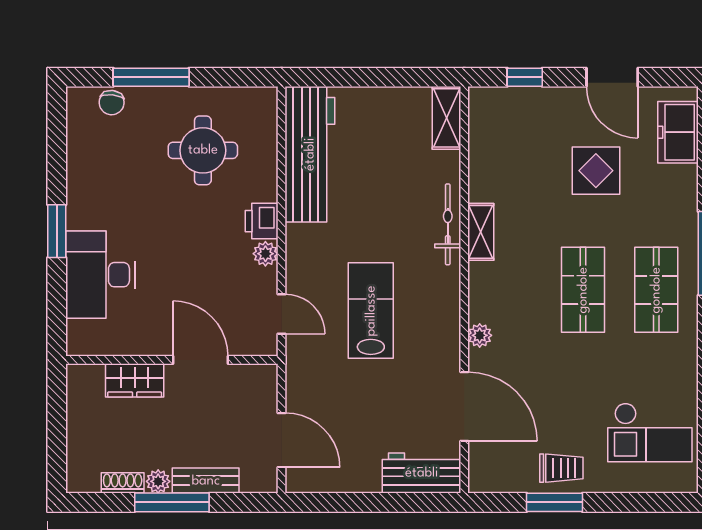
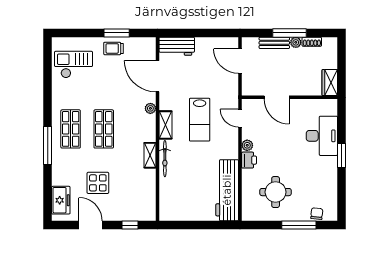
shelving: (446, 118) -> (165, 125), moved
wardrobe: (135, 380) -> (330, 83), moved, turned -90

